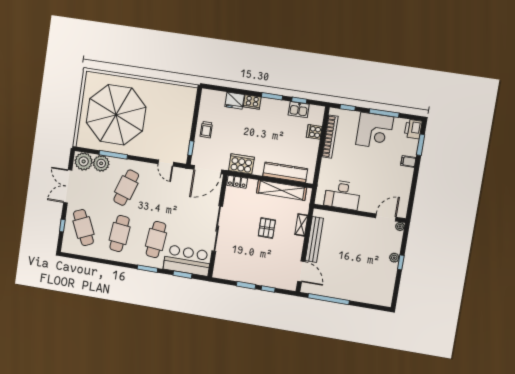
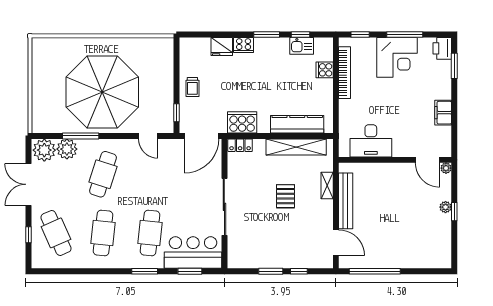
parasol: (116, 115) -> (102, 92), moved
filing cabinet: (408, 161) -> (443, 113), moved, width x2.00
door: (386, 217) -> (427, 160), swing flipped

